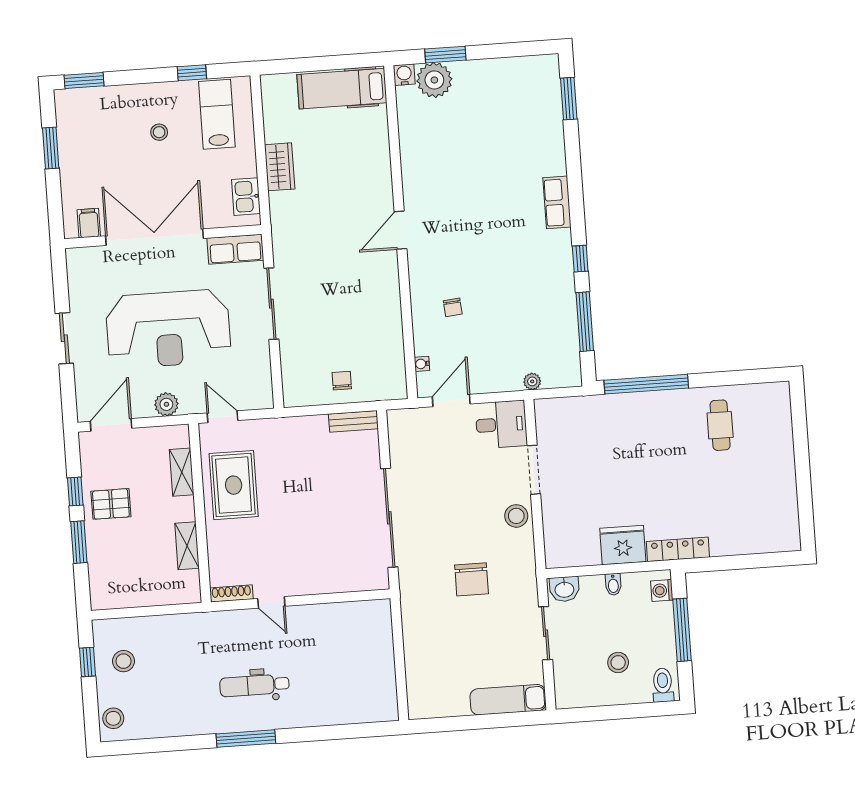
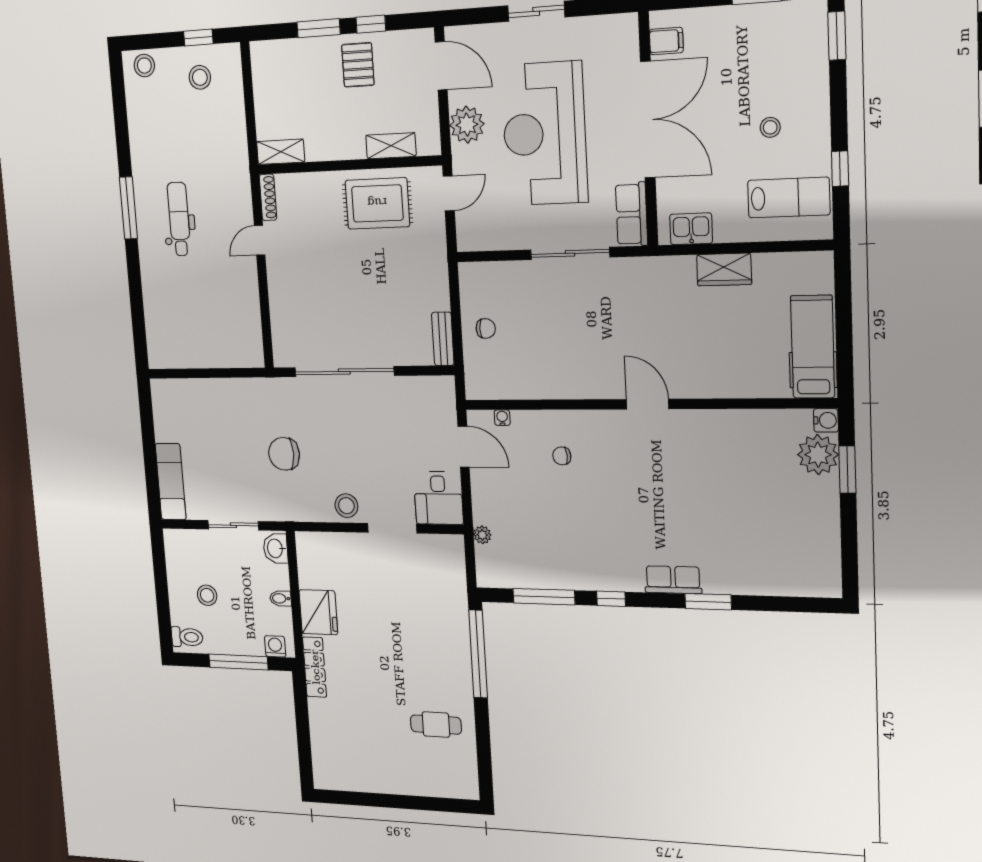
window: (569, 99) -> (708, 602), moved
plant: (166, 404) -> (467, 125), width x1.36, depth x1.36
shelving: (187, 546) -> (281, 152), moved

